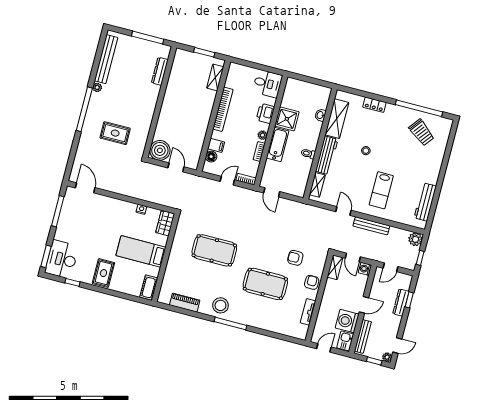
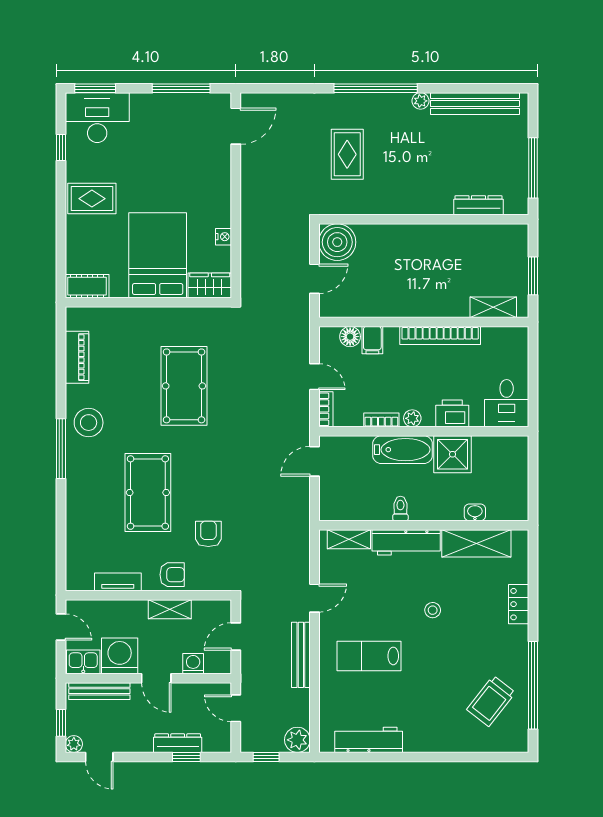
bed: (141, 251) -> (158, 255), width x1.50
shelving: (335, 267) -> (170, 609), moved
washing machine: (365, 269) -> (193, 664), moved

